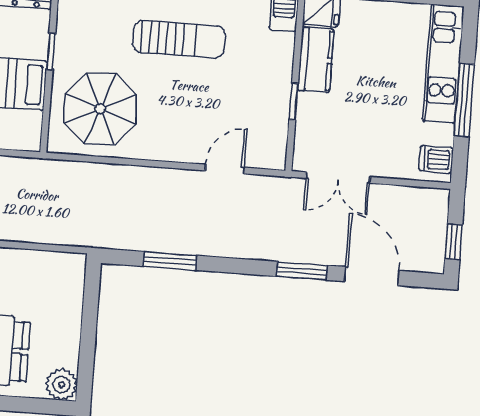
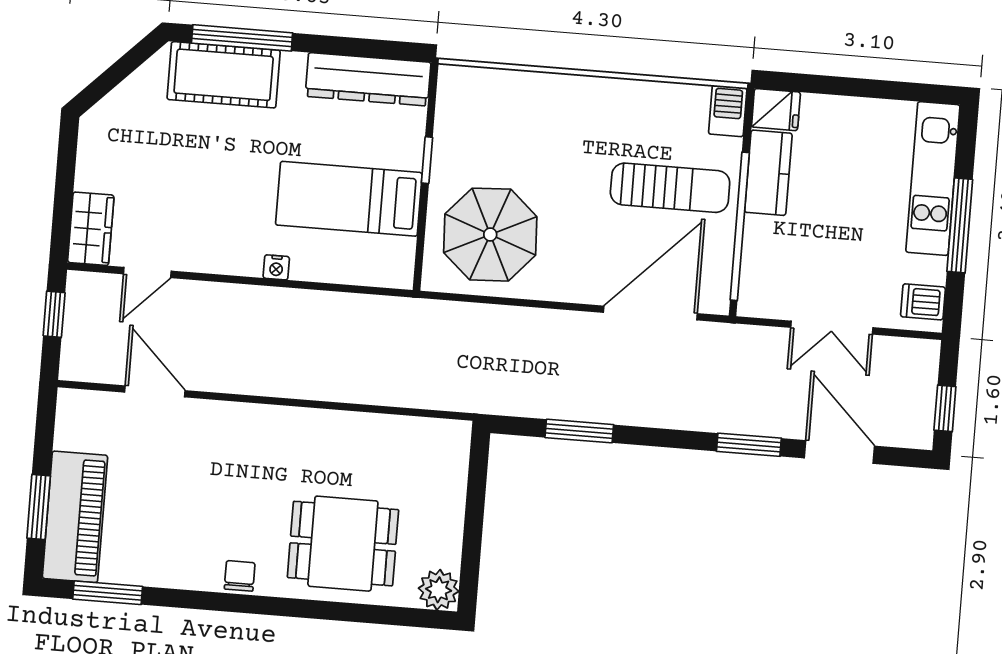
sun lounger: (179, 39) -> (670, 188), moved
window: (294, 101) -> (740, 226), width x3.17
door: (225, 169) -> (650, 313), width x1.88
double door: (338, 178) -> (832, 328), moved

